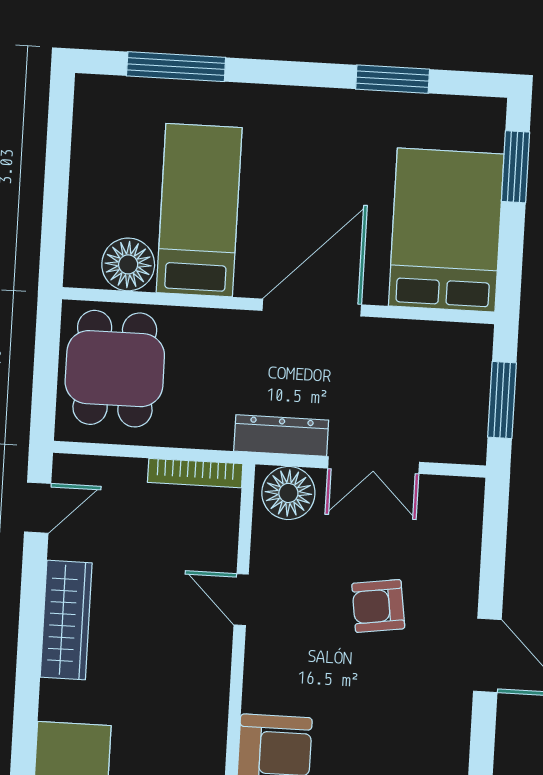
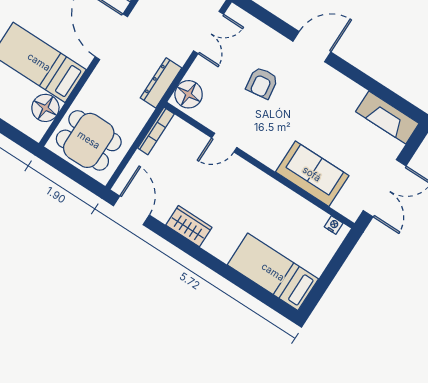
double door: (374, 465) -> (209, 32), moved
door: (38, 508) -> (131, 210), width x1.37
wardrobe: (66, 620) -> (189, 226), width x0.67

